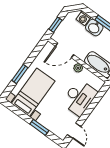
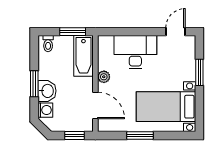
window: (20, 74) -> (140, 136), moved

